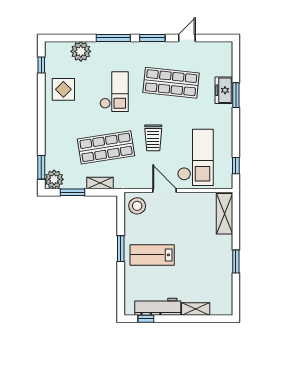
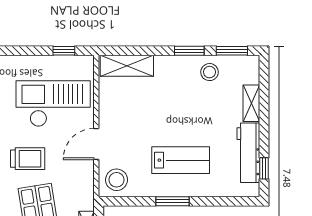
lab bench: (152, 255) -> (181, 160), turned -90
stool: (220, 277) -> (210, 72), added
window: (236, 294) -> (232, 51), added

